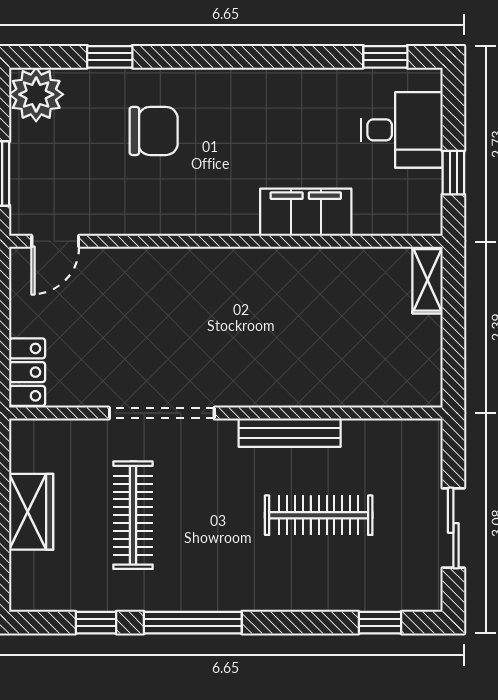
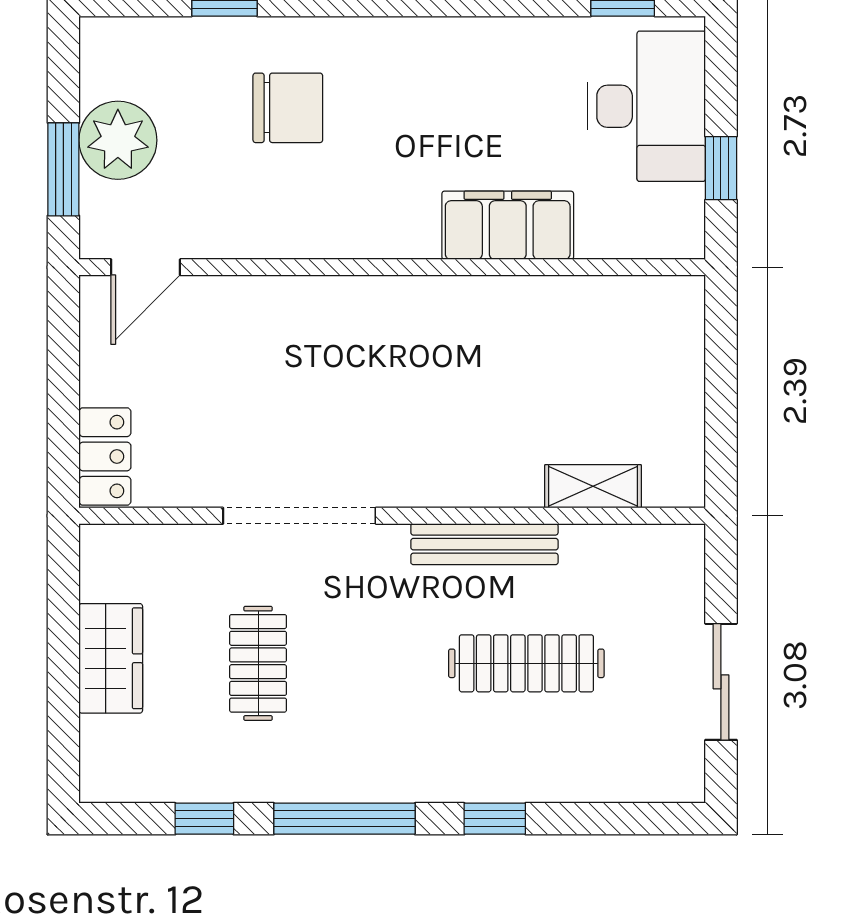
plant: (36, 94) -> (118, 140), moved
desk: (402, 130) -> (646, 106), width x1.37
shelving: (427, 280) -> (593, 486), moved, turned 90
clothes rail: (133, 515) -> (258, 663), width x0.73
window: (380, 623) -> (495, 819), moved

